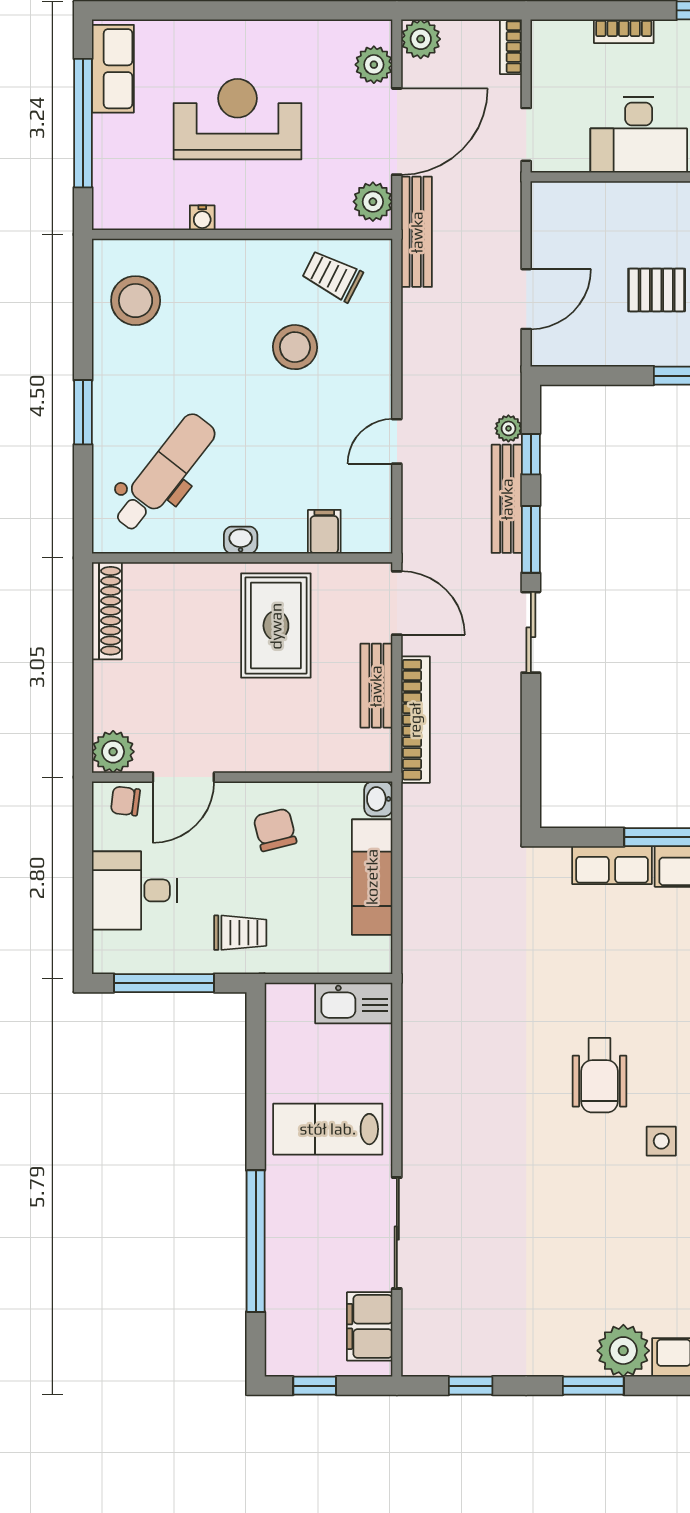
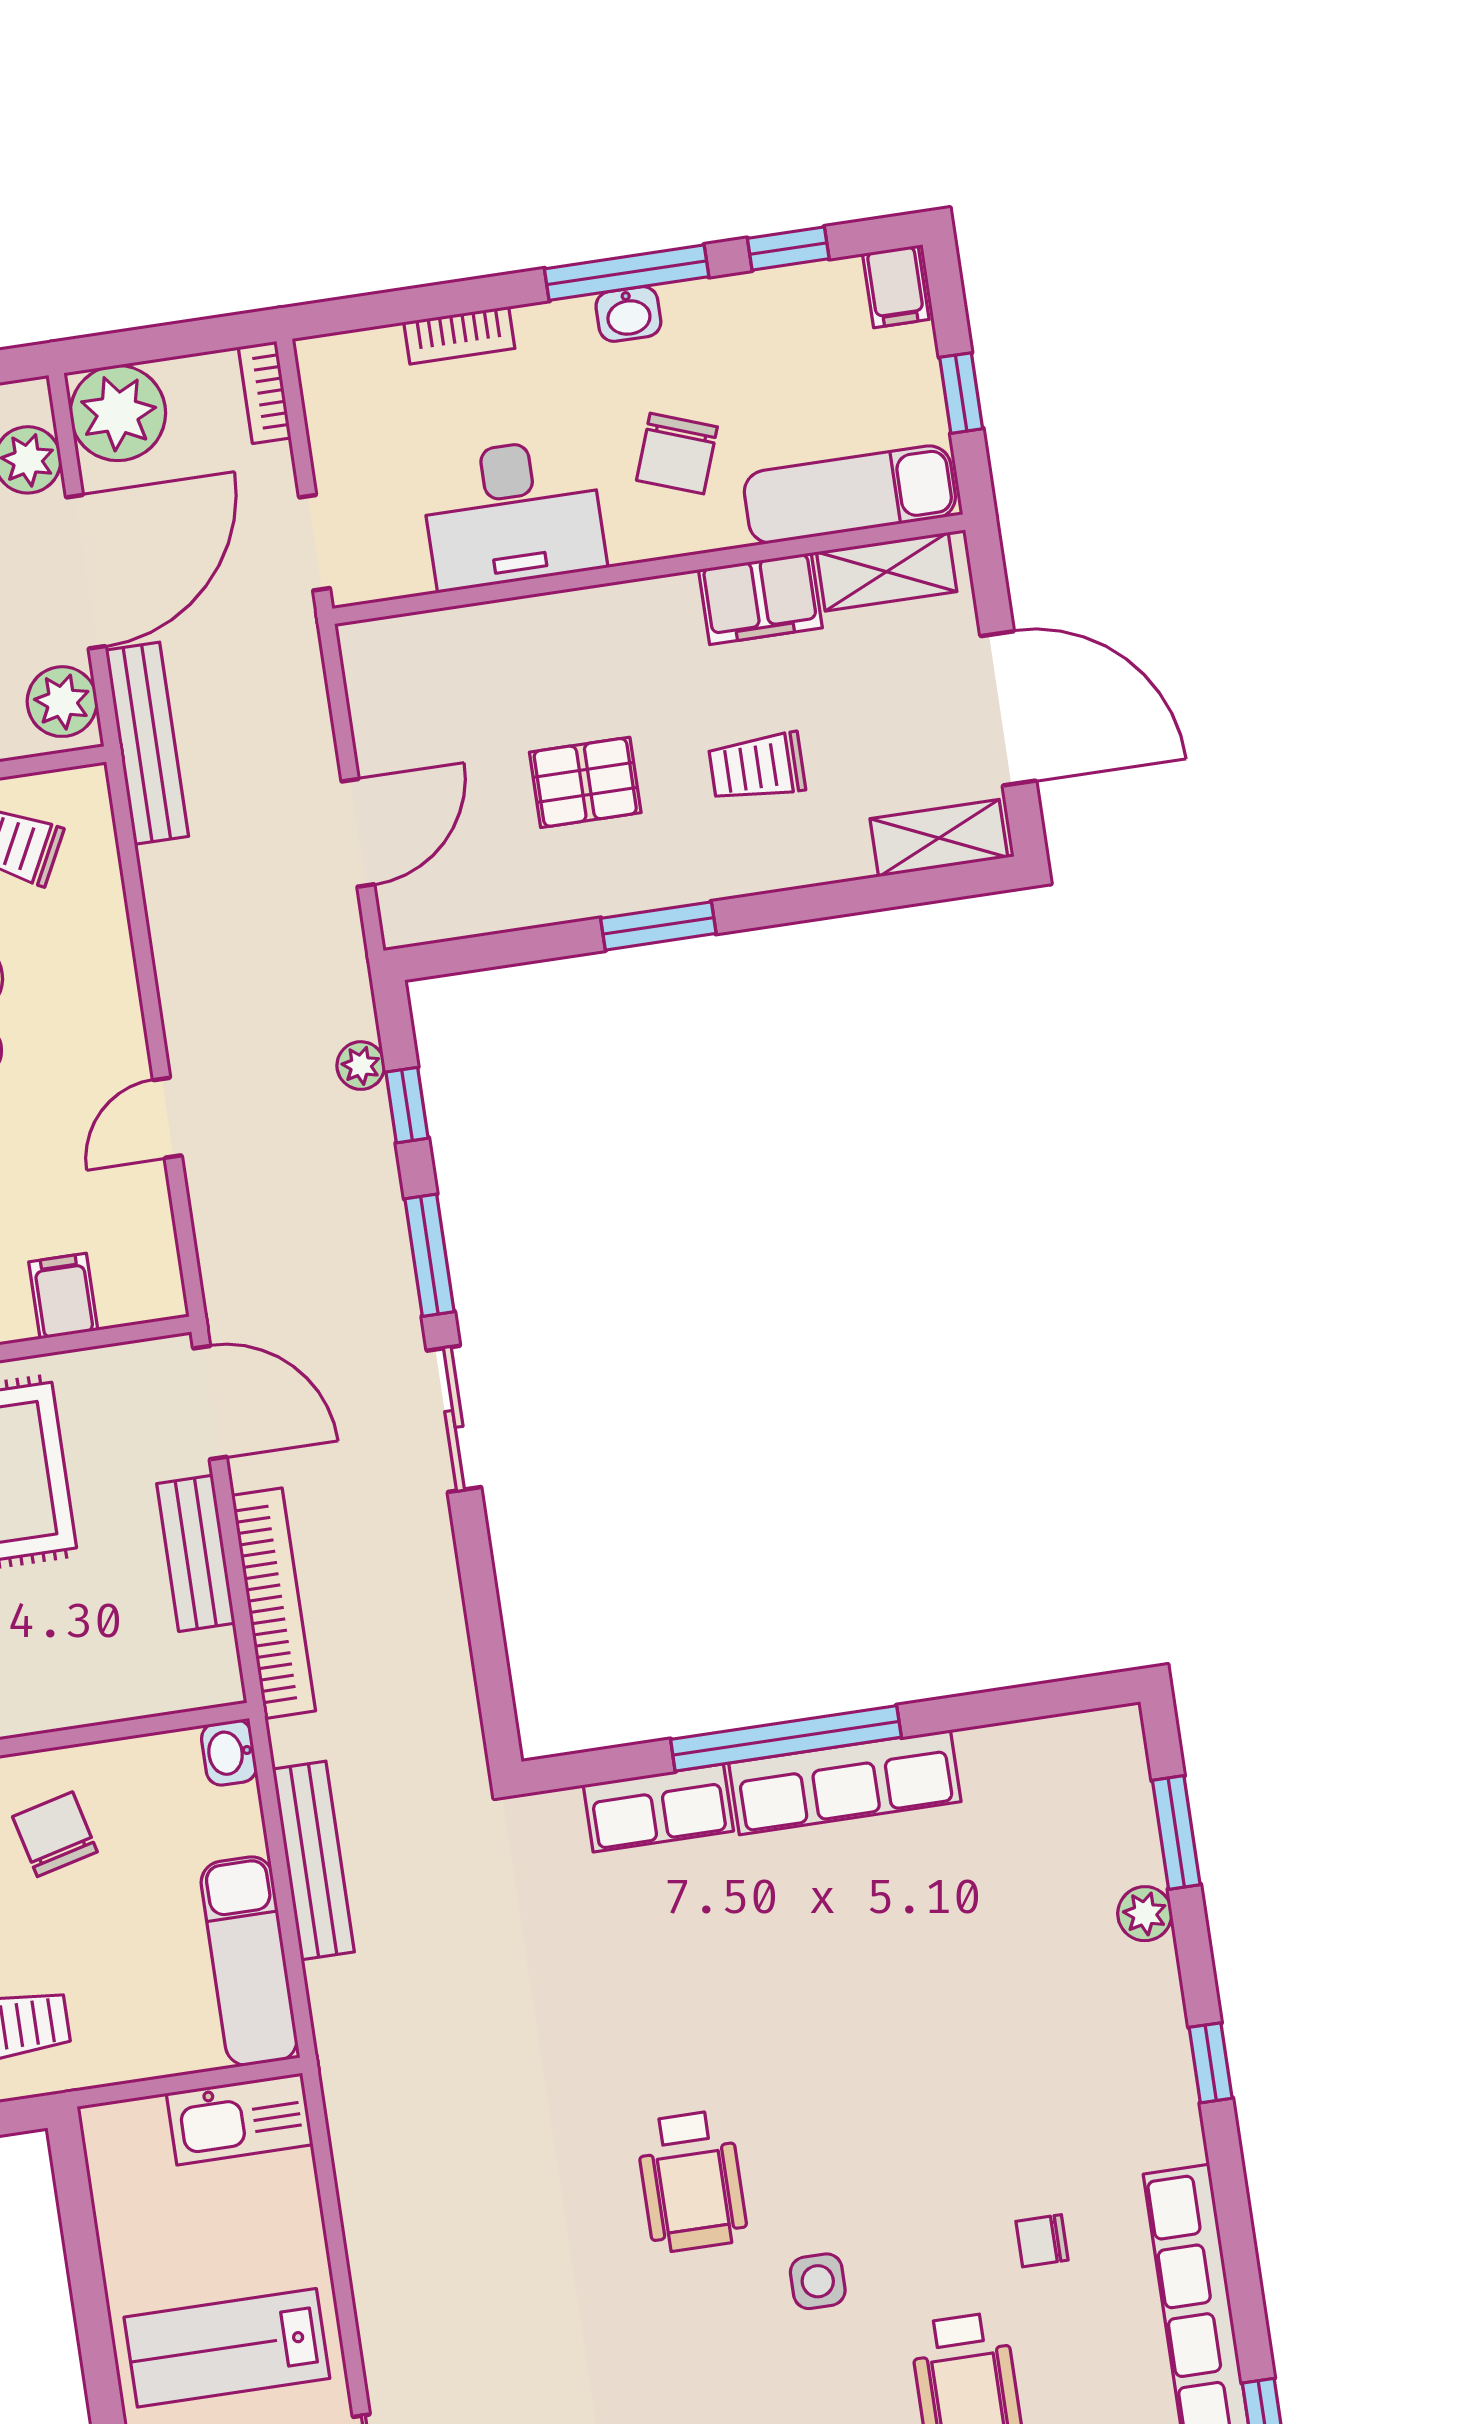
plant: (421, 39) -> (118, 413), width x1.36, depth x1.36
bench: (507, 499) -> (313, 1860), moved
exam couch: (372, 877) -> (249, 1961), moved

